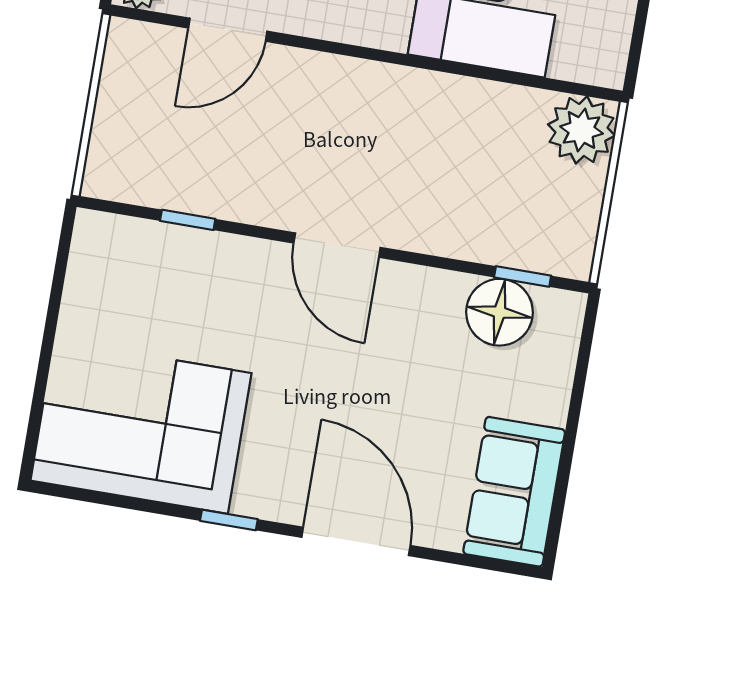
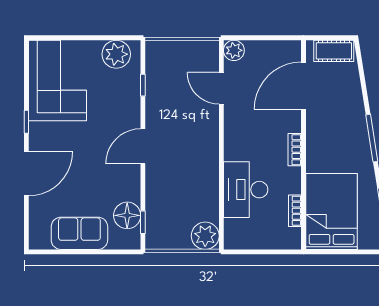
plant: (101, 272) -> (116, 54), added
sofa: (514, 492) -> (79, 233), moved

